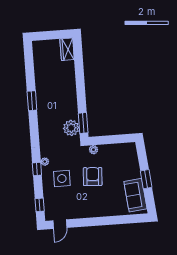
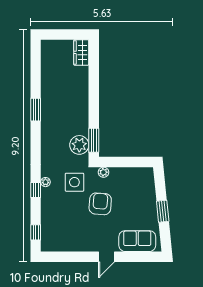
side table: (62, 179) -> (74, 182), moved
sofa: (135, 195) -> (137, 241), moved, turned 96
door: (60, 224) -> (106, 257), moved

